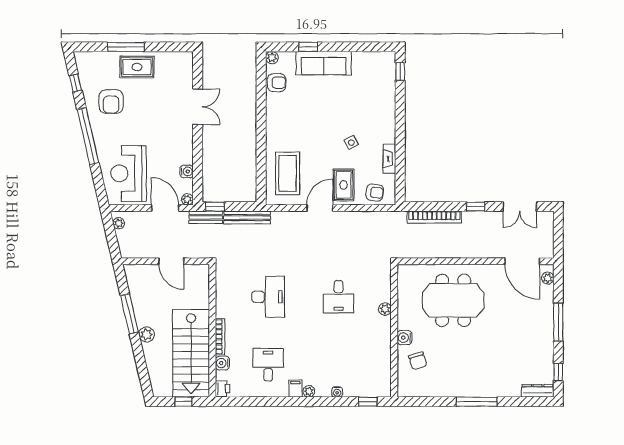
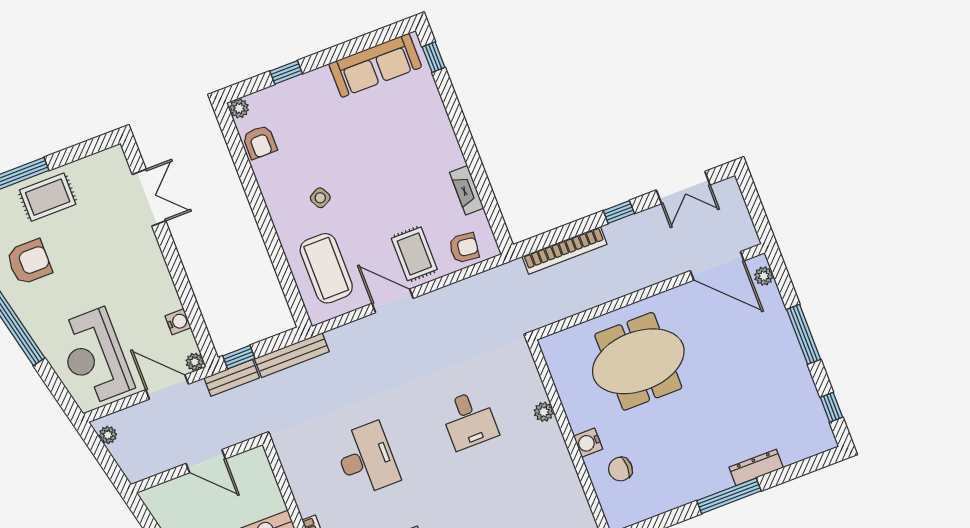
sofa: (324, 63) -> (375, 65), moved
armchair: (277, 83) -> (260, 142), turned 90
armchair: (111, 102) -> (29, 262), turned -90
double door: (198, 107) -> (149, 198), moved
side table: (351, 143) -> (320, 198), moved
door: (320, 208) -> (393, 301), hinge flipped
chair: (418, 361) -> (620, 469), turned 107
dresser: (538, 391) -> (756, 467), moved

